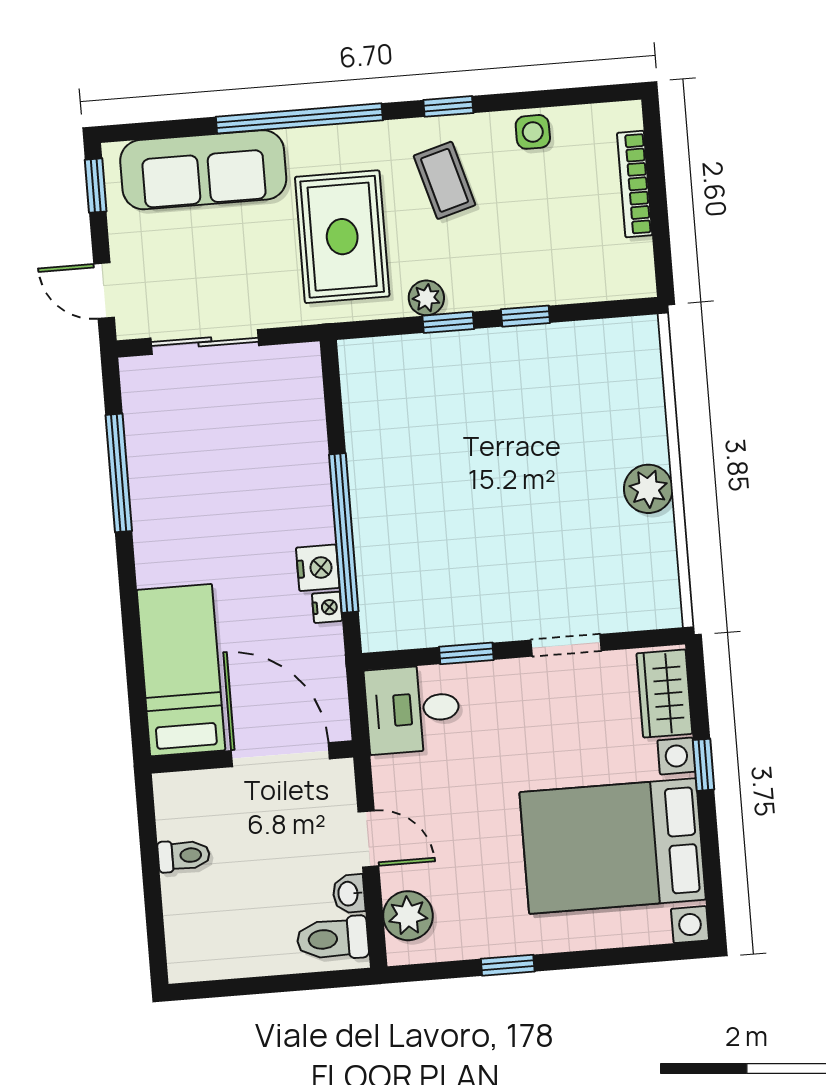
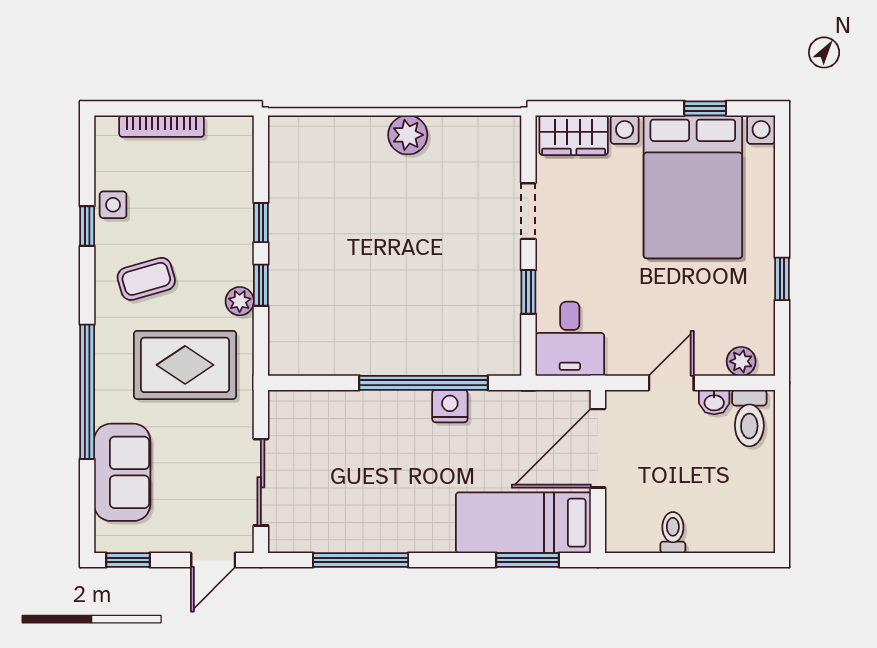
window: (448, 106) -> (87, 226), moved
sofa: (203, 170) -> (122, 472), width x0.73
nightstand: (327, 607) -> (482, 401), removed
window: (135, 679) -> (527, 560), added
window: (704, 765) -> (705, 108), moved
plant: (408, 916) -> (741, 361), width x0.73, depth x0.73

